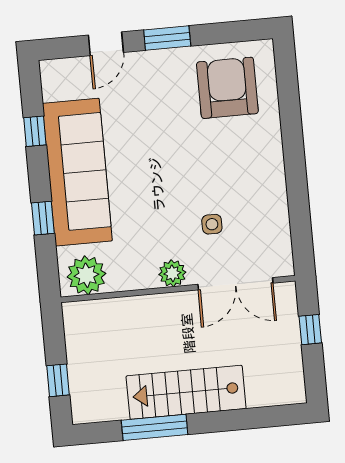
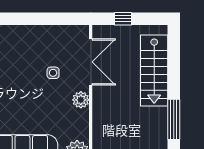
stairs: (186, 392) -> (154, 71), moved

